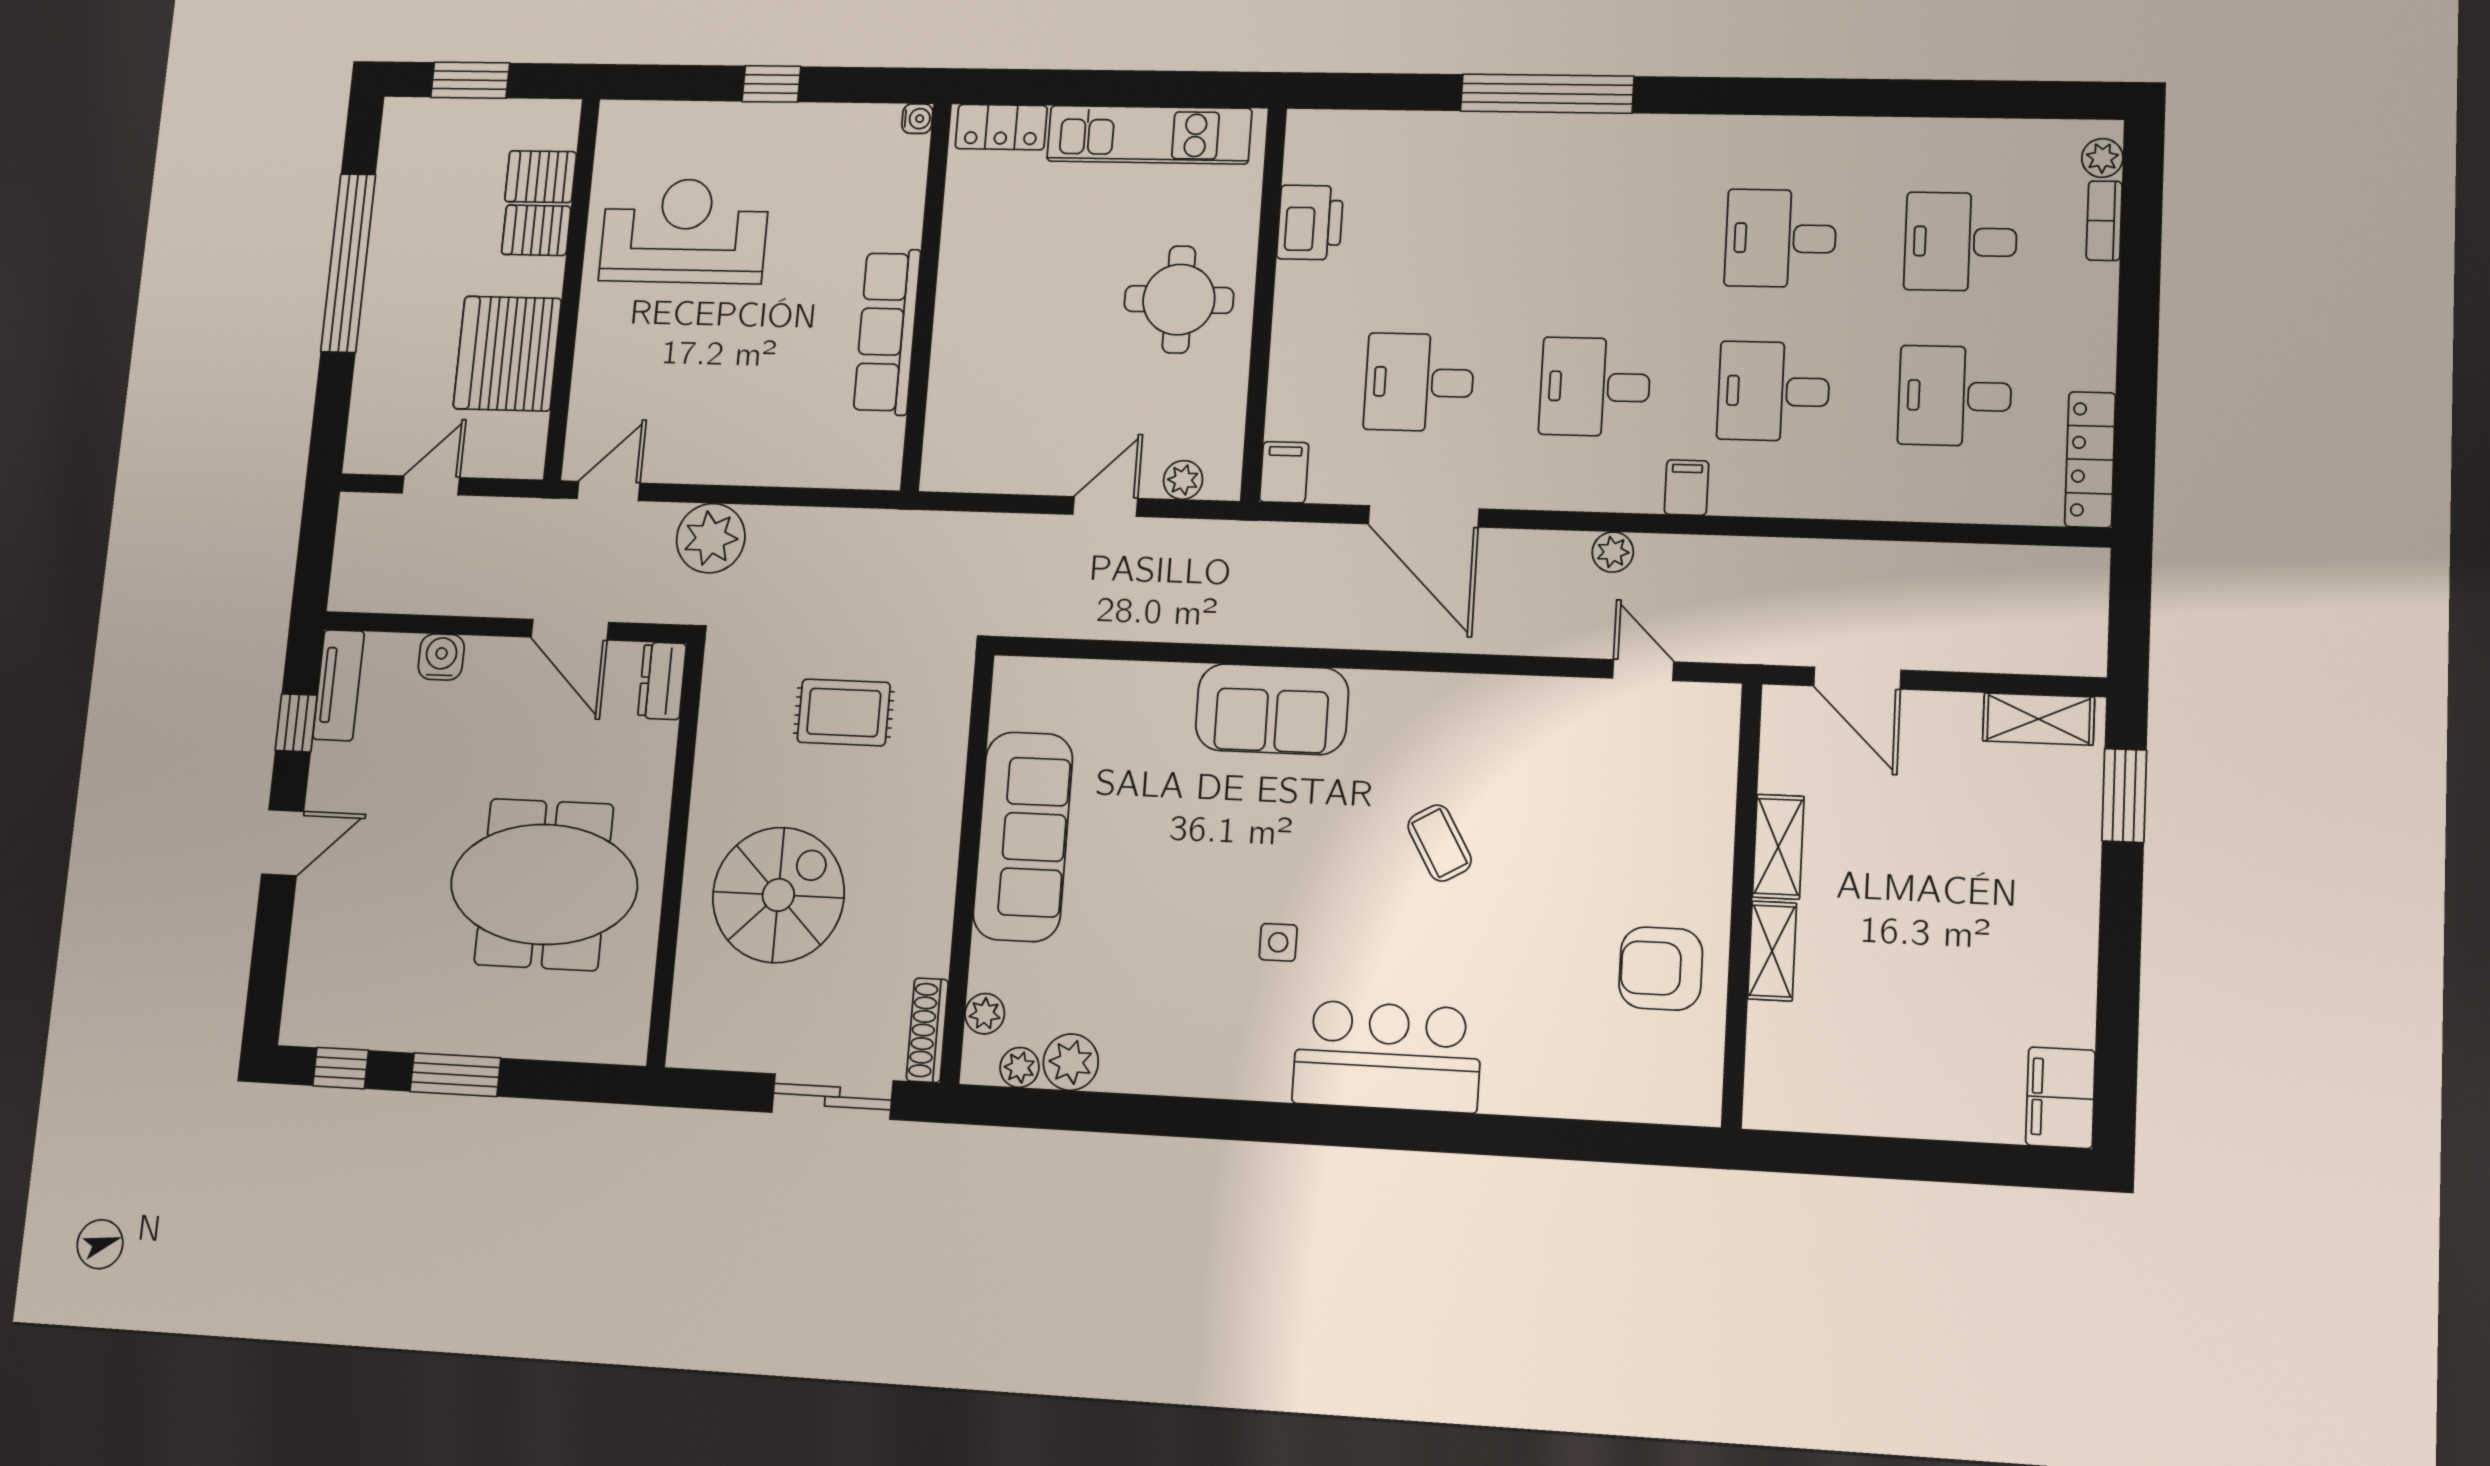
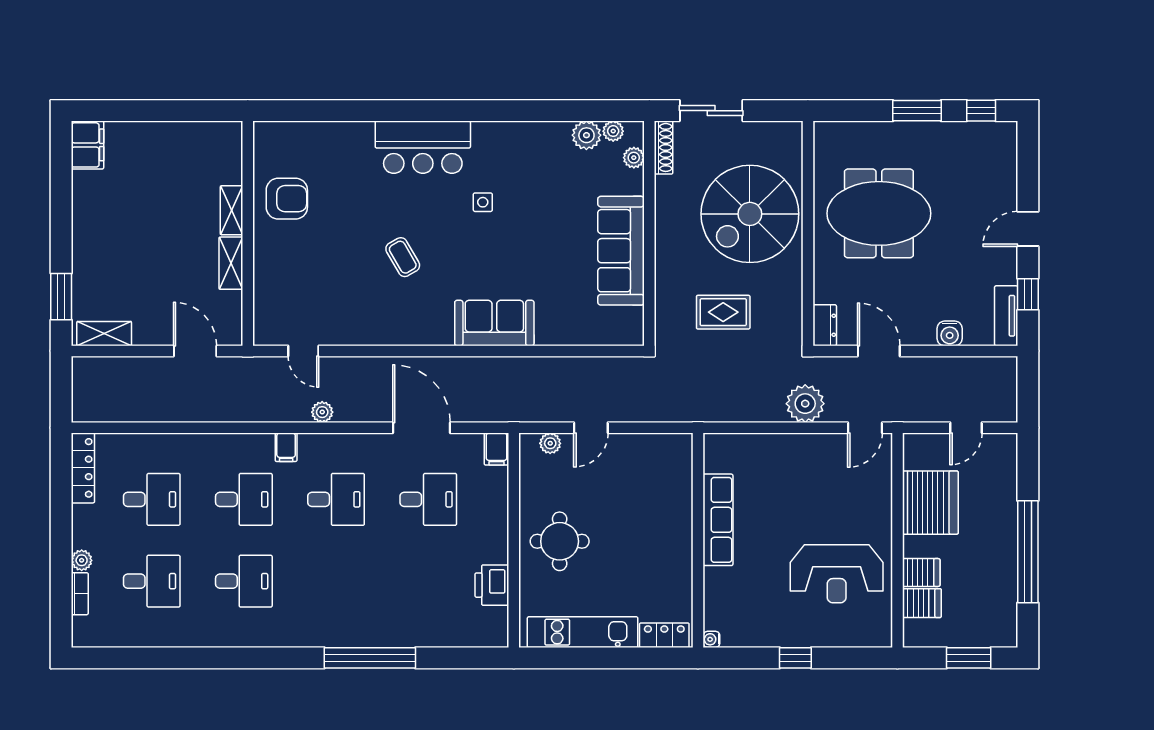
plant: (2102, 158) -> (82, 560), moved
spiral stairs: (778, 895) -> (750, 214), width x1.37, depth x1.37

